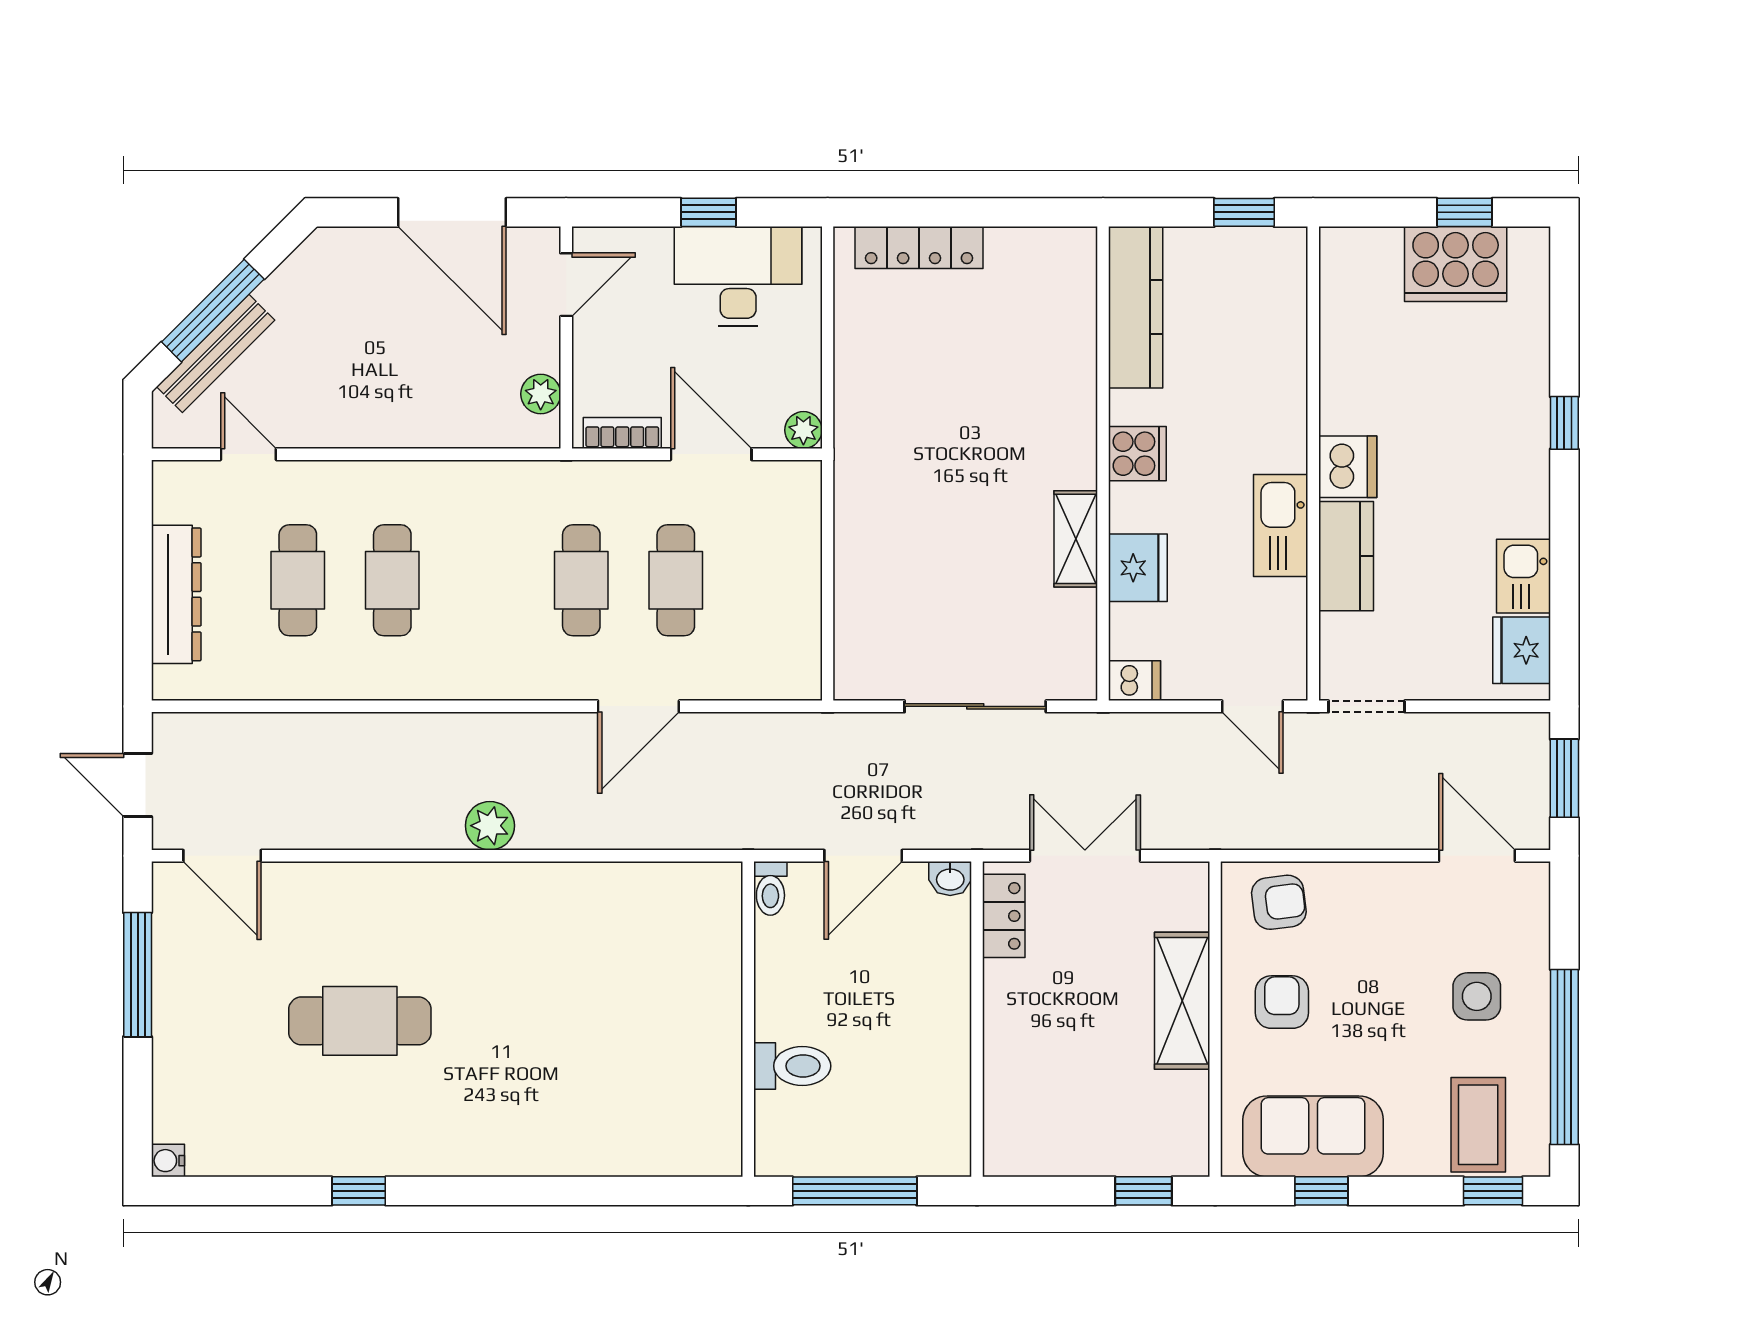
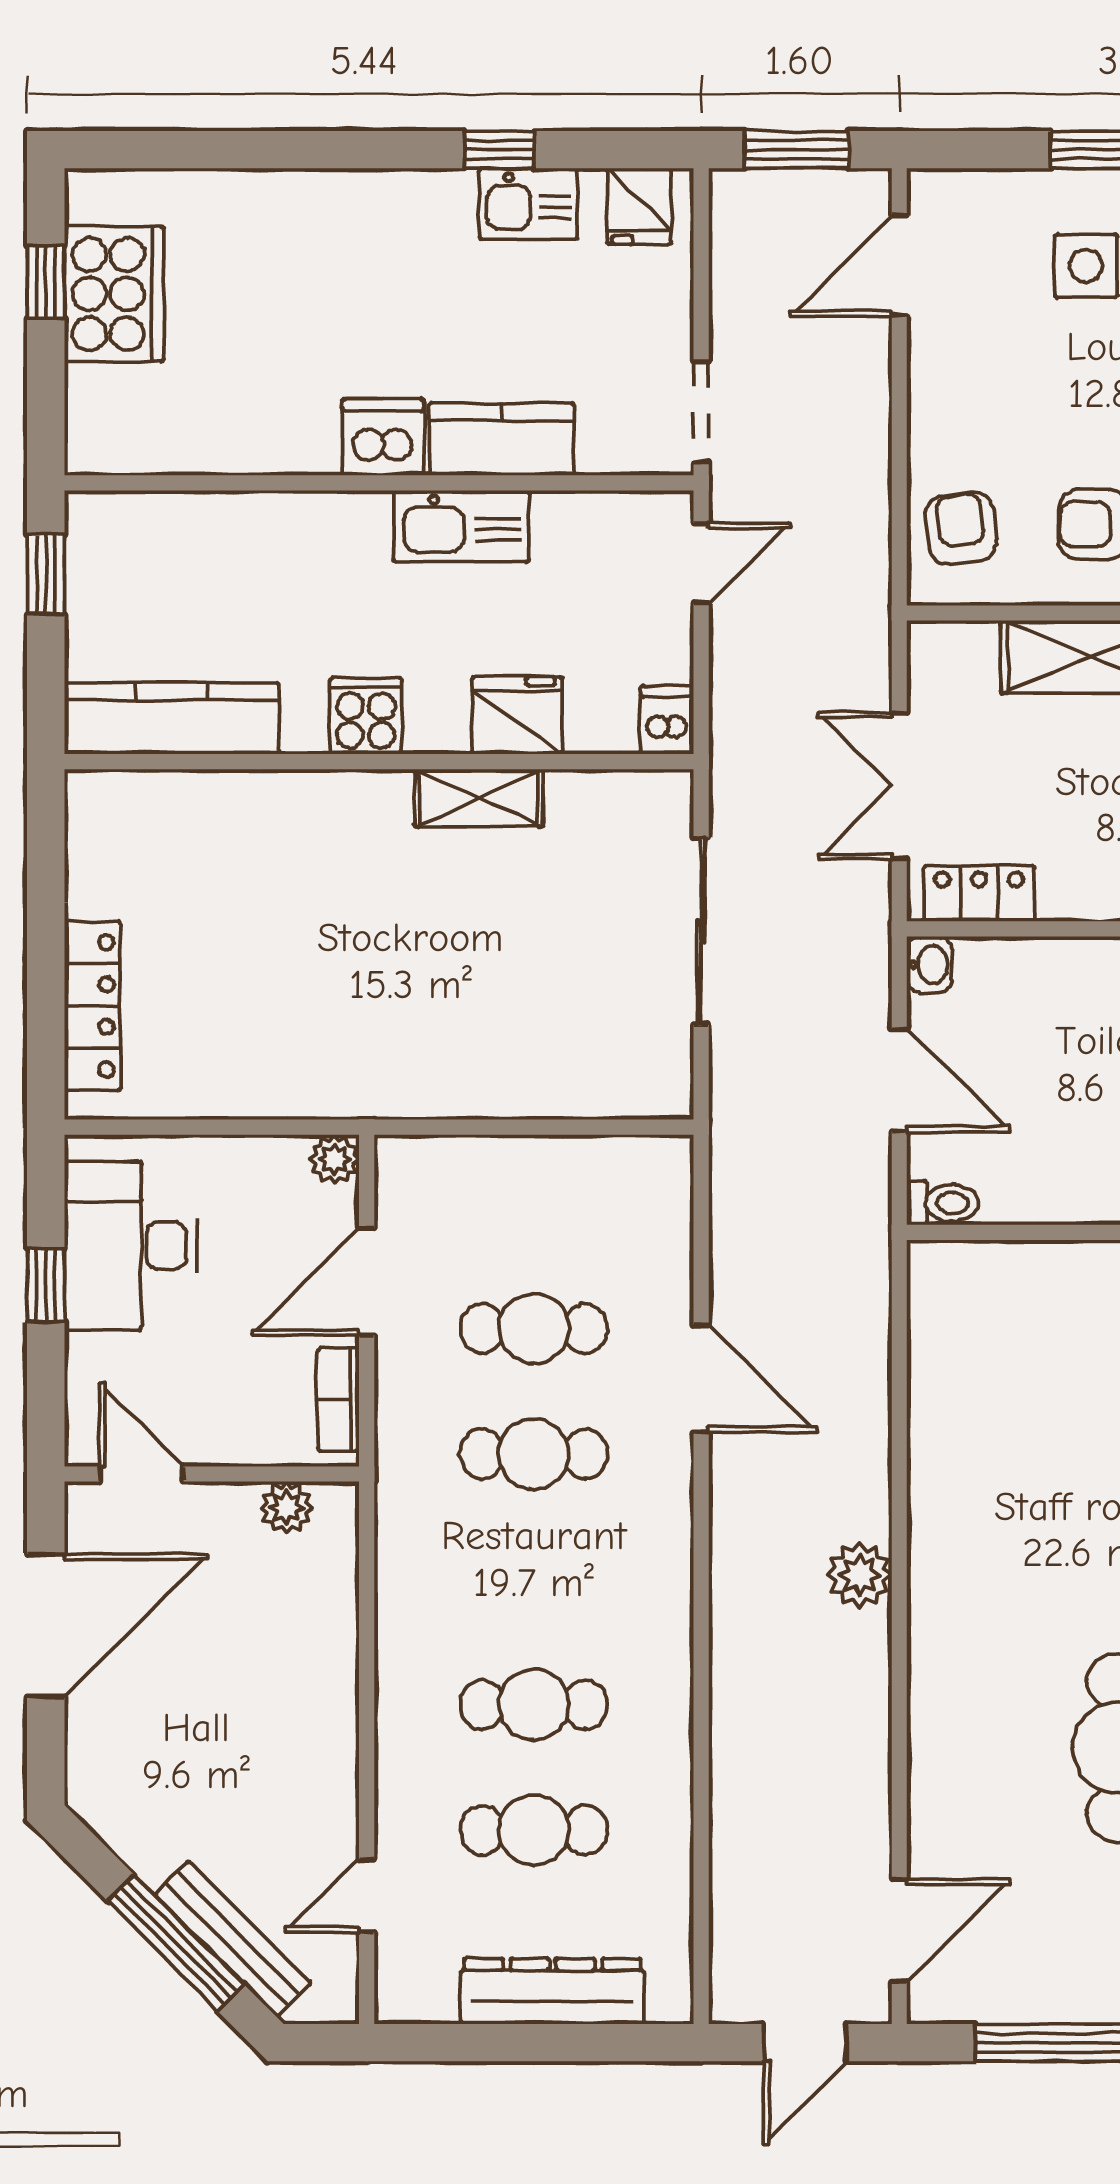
window: (1564, 423) -> (499, 150), moved
fridge: (1522, 650) -> (639, 206), width x0.72

